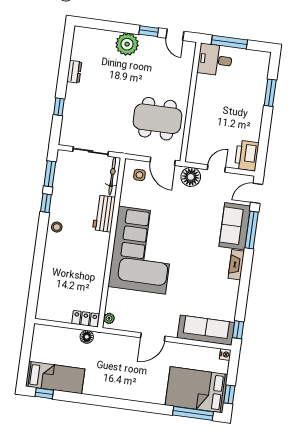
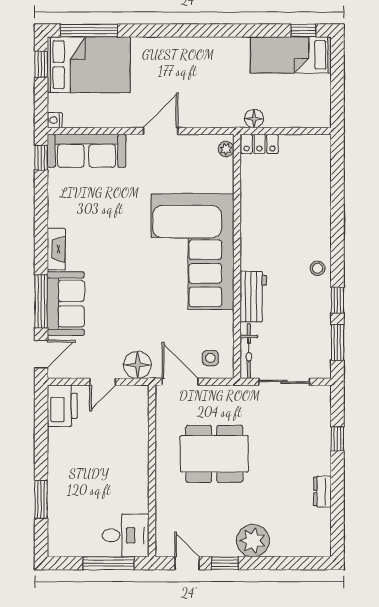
dining table: (158, 119) -> (214, 454), moved

